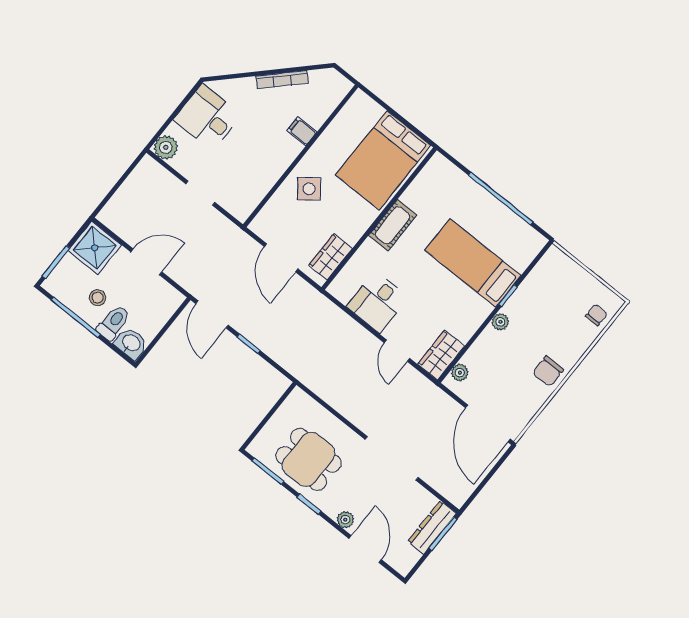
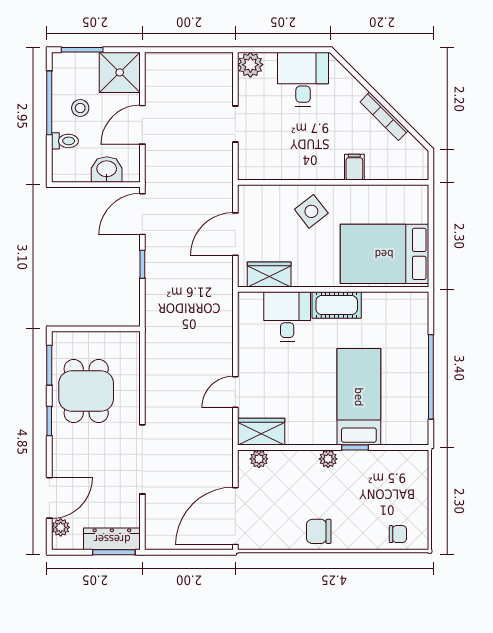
door: (146, 262) -> (142, 125), swing flipped
desk: (377, 302) -> (287, 317), moved, turned 90
toilet: (114, 323) -> (65, 141), width x0.73, depth x0.72
washbasin: (131, 343) -> (107, 169), moved, turned -90
plant: (345, 520) -> (61, 527), moved

